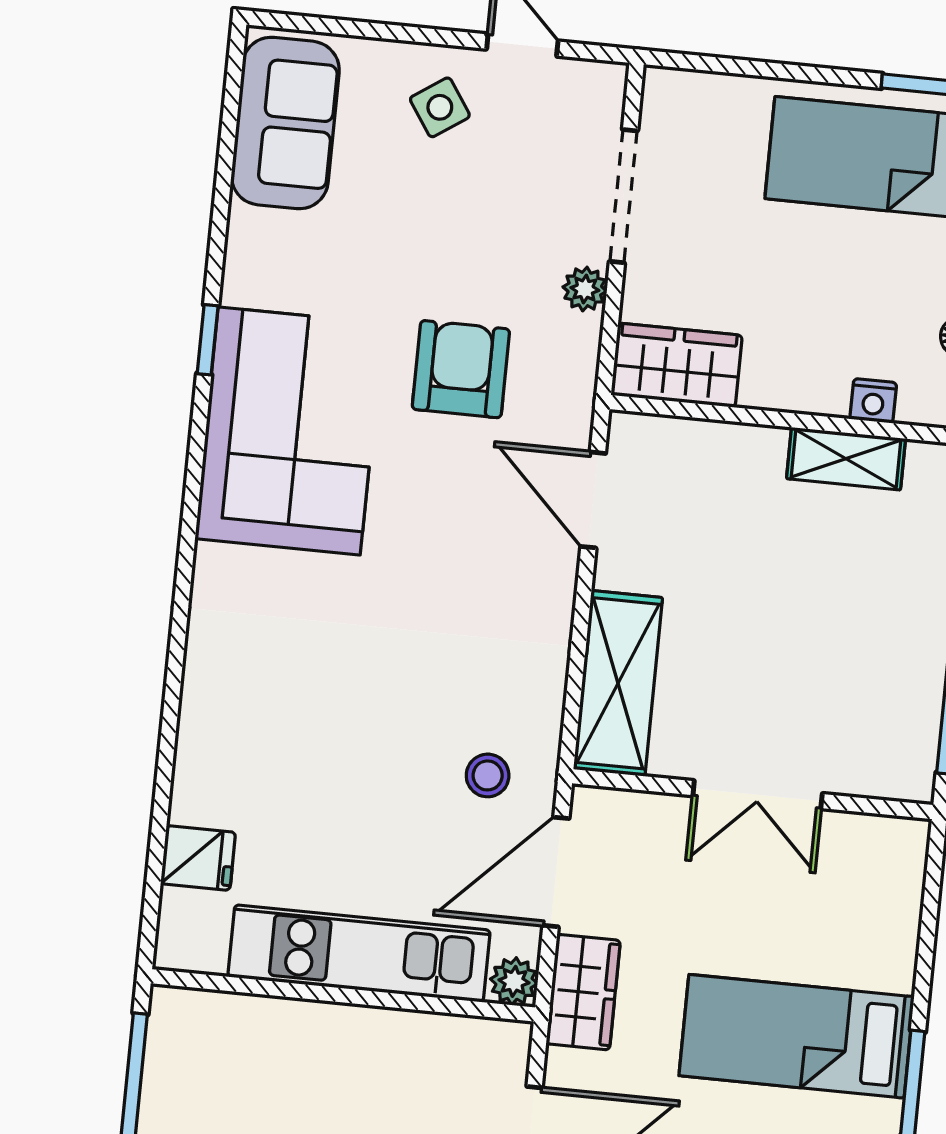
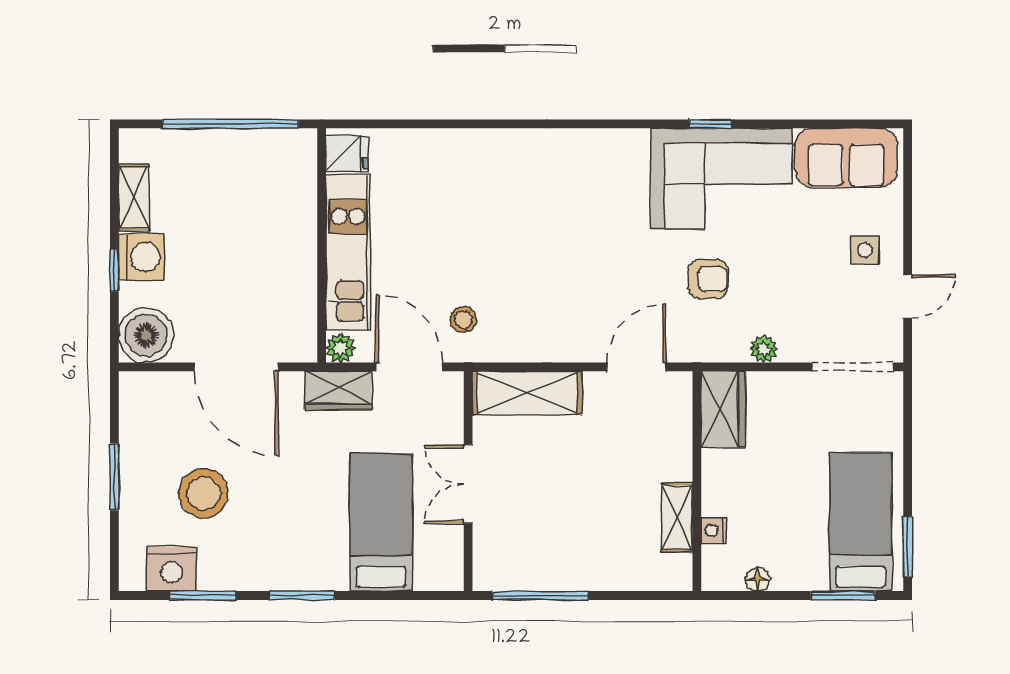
side table: (440, 107) -> (865, 250), turned 34
doorway: (623, 196) -> (853, 367), moved
armchair: (461, 369) -> (708, 279), width x0.72, depth x0.72
corner sofa: (289, 431) -> (721, 179), moved
fridge: (198, 858) -> (347, 154), moved, turned -90
bed: (797, 1036) -> (381, 522), moved

